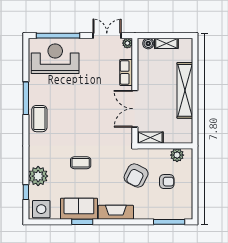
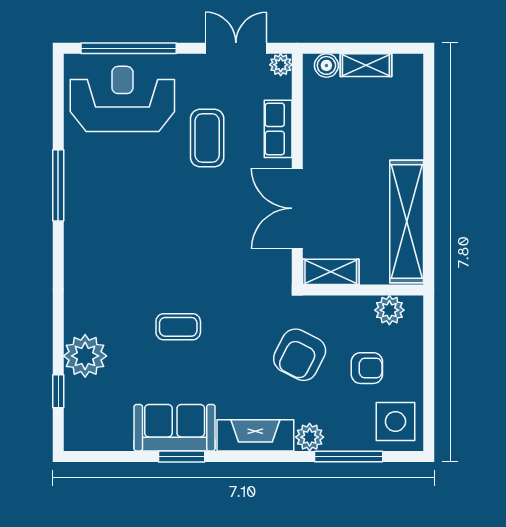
shelving: (185, 90) -> (407, 222), moved
coffee table: (39, 119) -> (207, 138), moved
side table: (41, 209) -> (395, 421), moved
plant: (141, 213) -> (310, 437), added
window: (169, 222) -> (349, 456), moved

